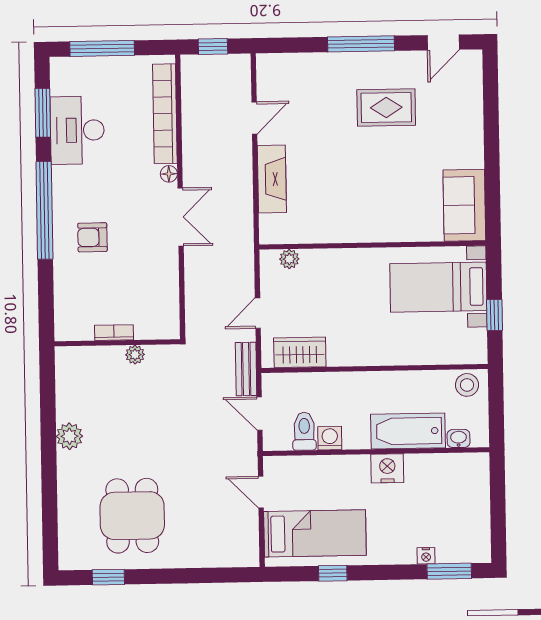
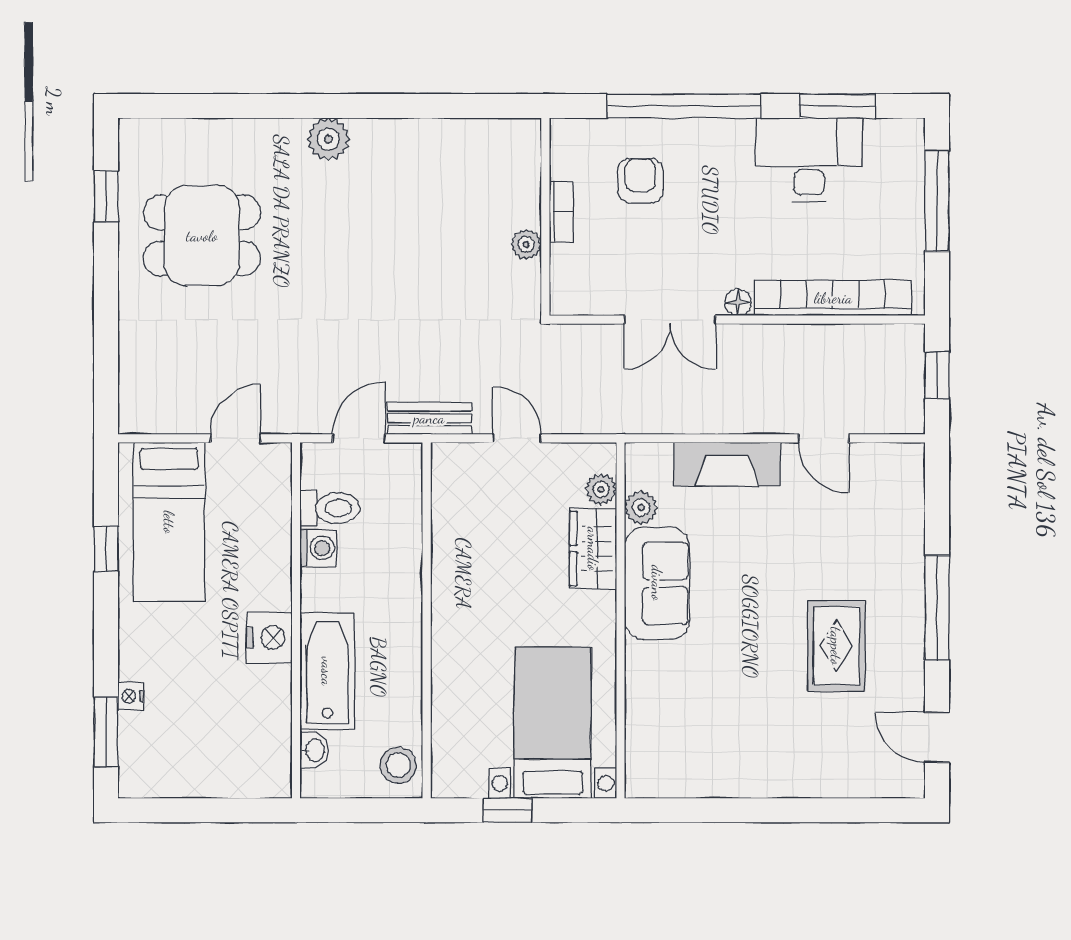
sofa: (464, 205) -> (657, 583), moved, turned 90
plant: (300, 233) -> (641, 507), added
bookcase: (114, 333) -> (561, 212), moved
wall: (117, 343) -> (545, 217), moved
wardrobe: (300, 352) -> (593, 549), moved, turned 180
plant: (135, 355) -> (526, 244), moved

